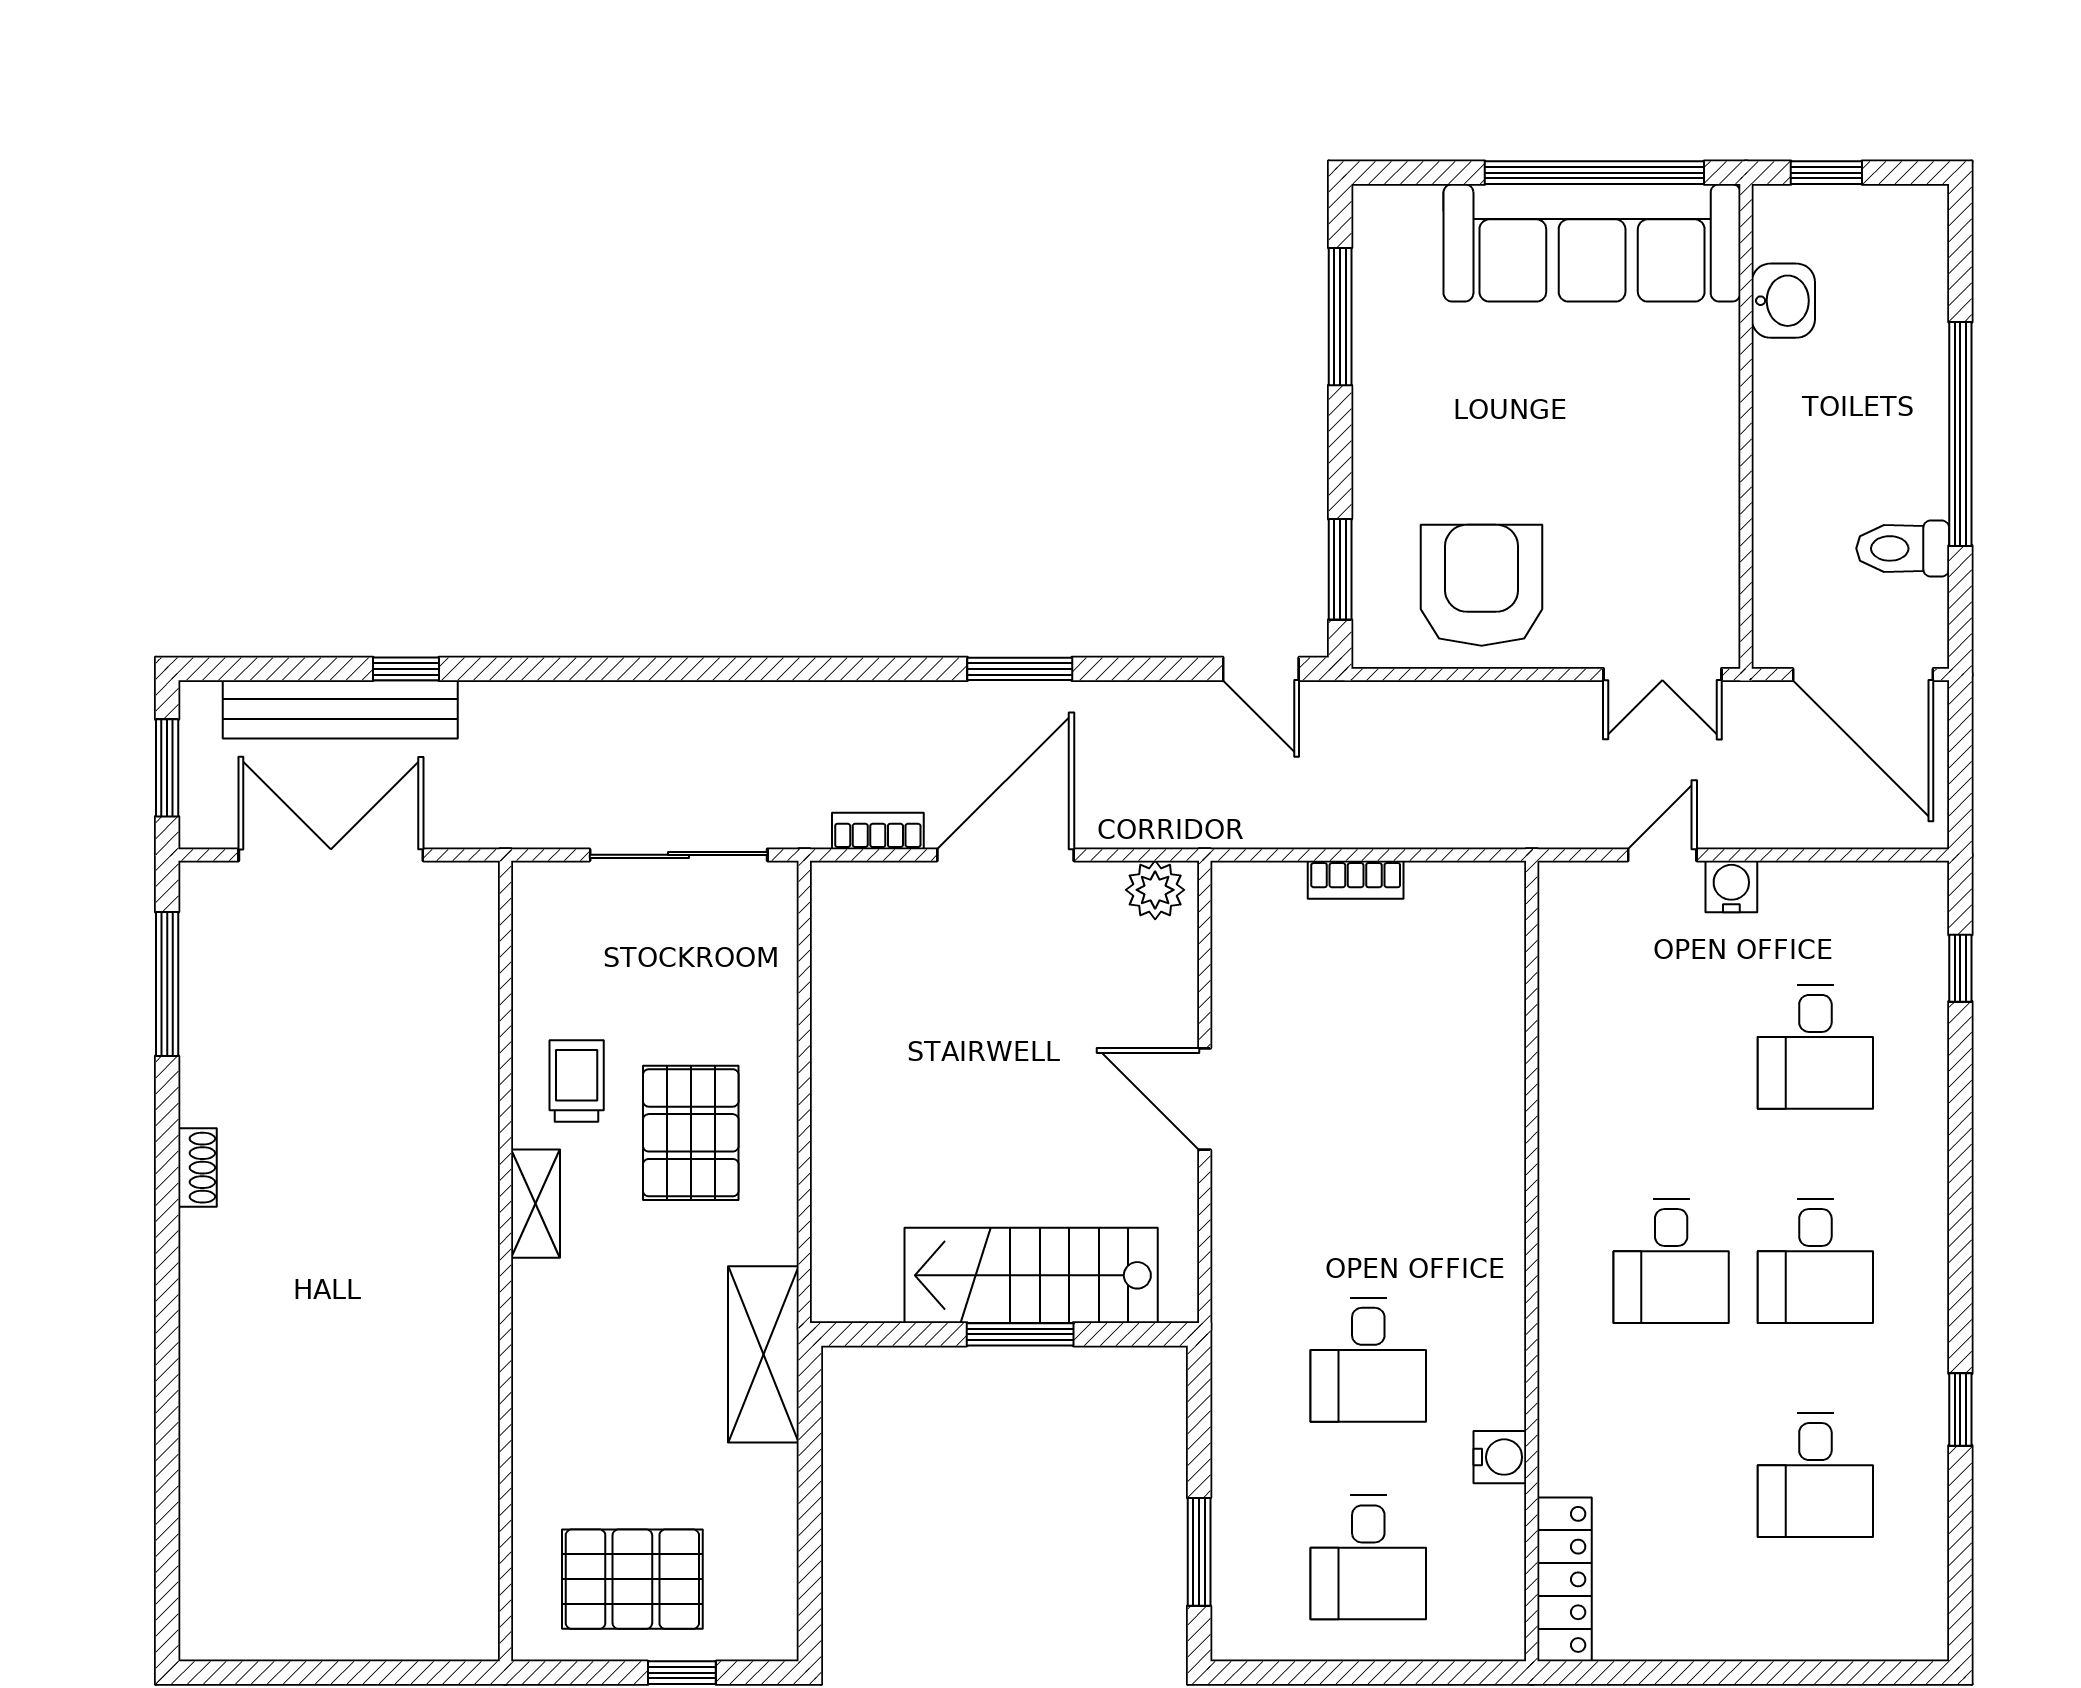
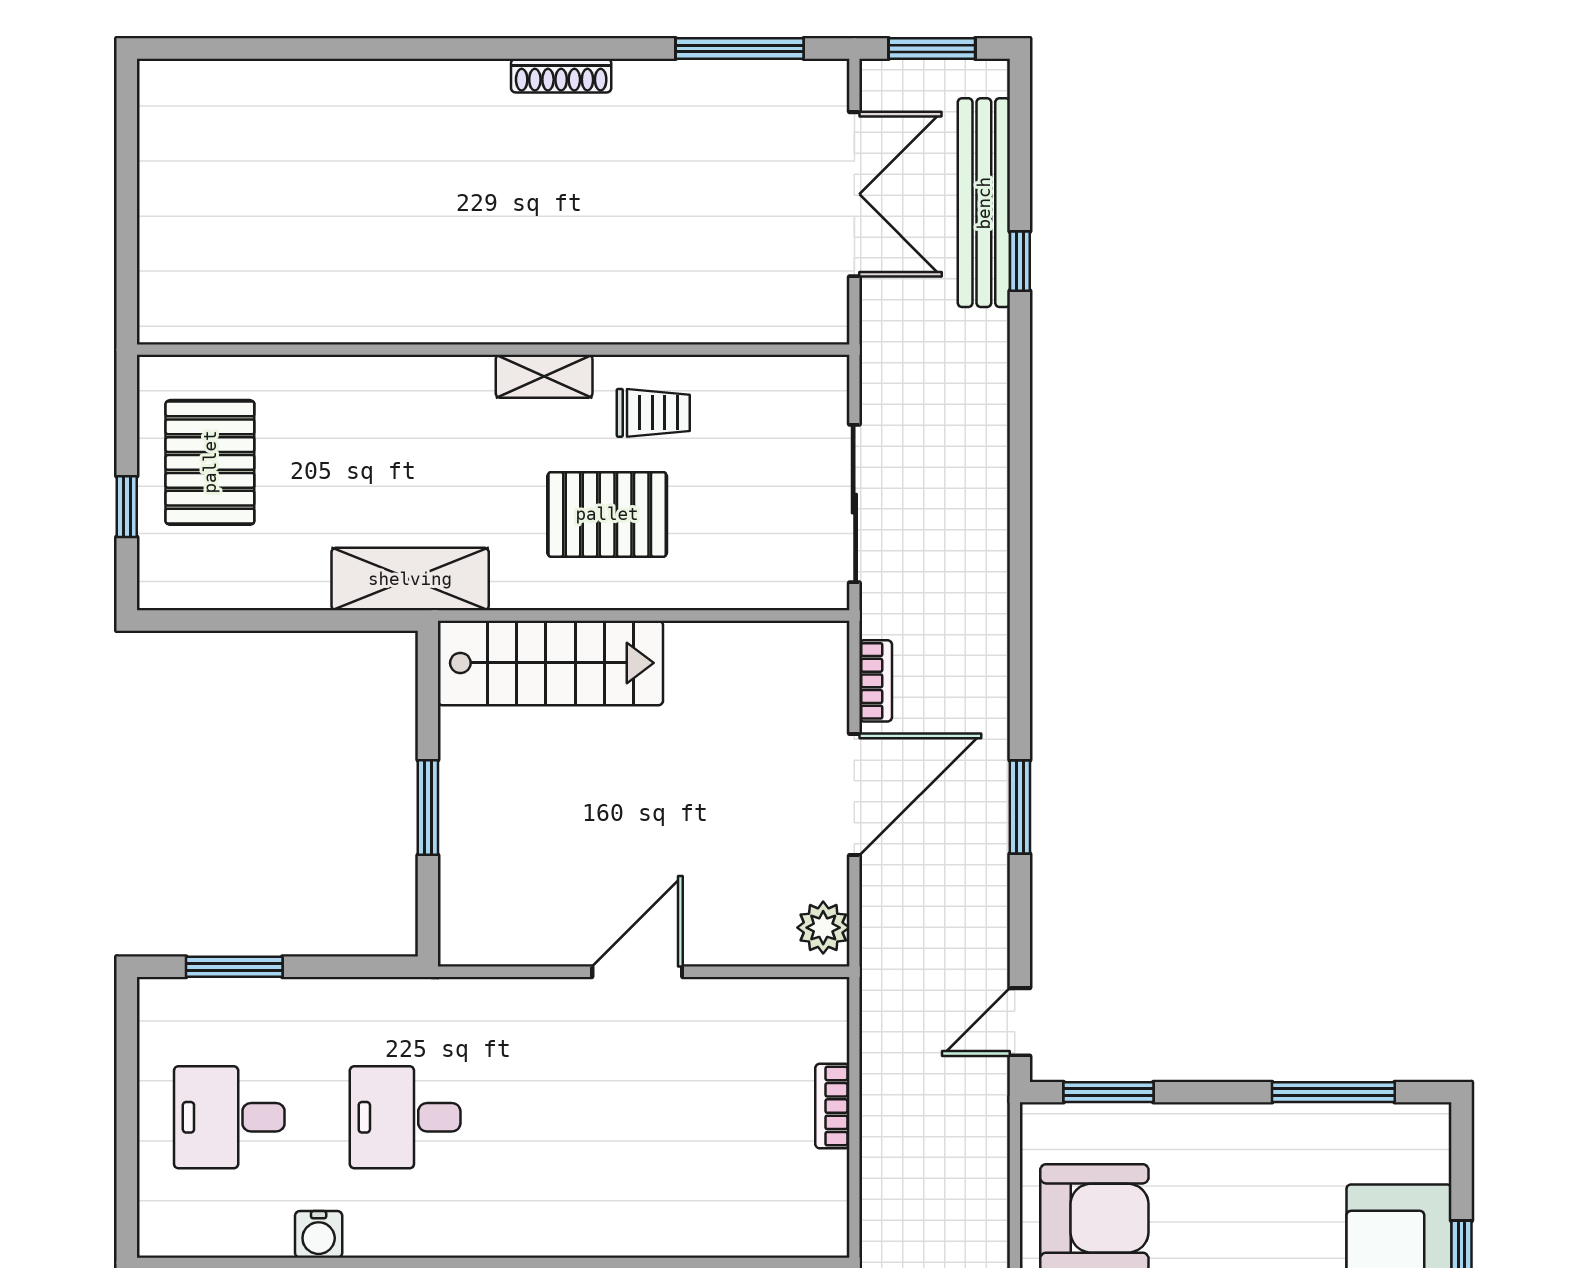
door: (1006, 855) -> (854, 795), hinge flipped
shoe rack: (197, 1168) -> (561, 76), width x1.43
stairs: (1031, 1275) -> (550, 663), moved, turned 90

